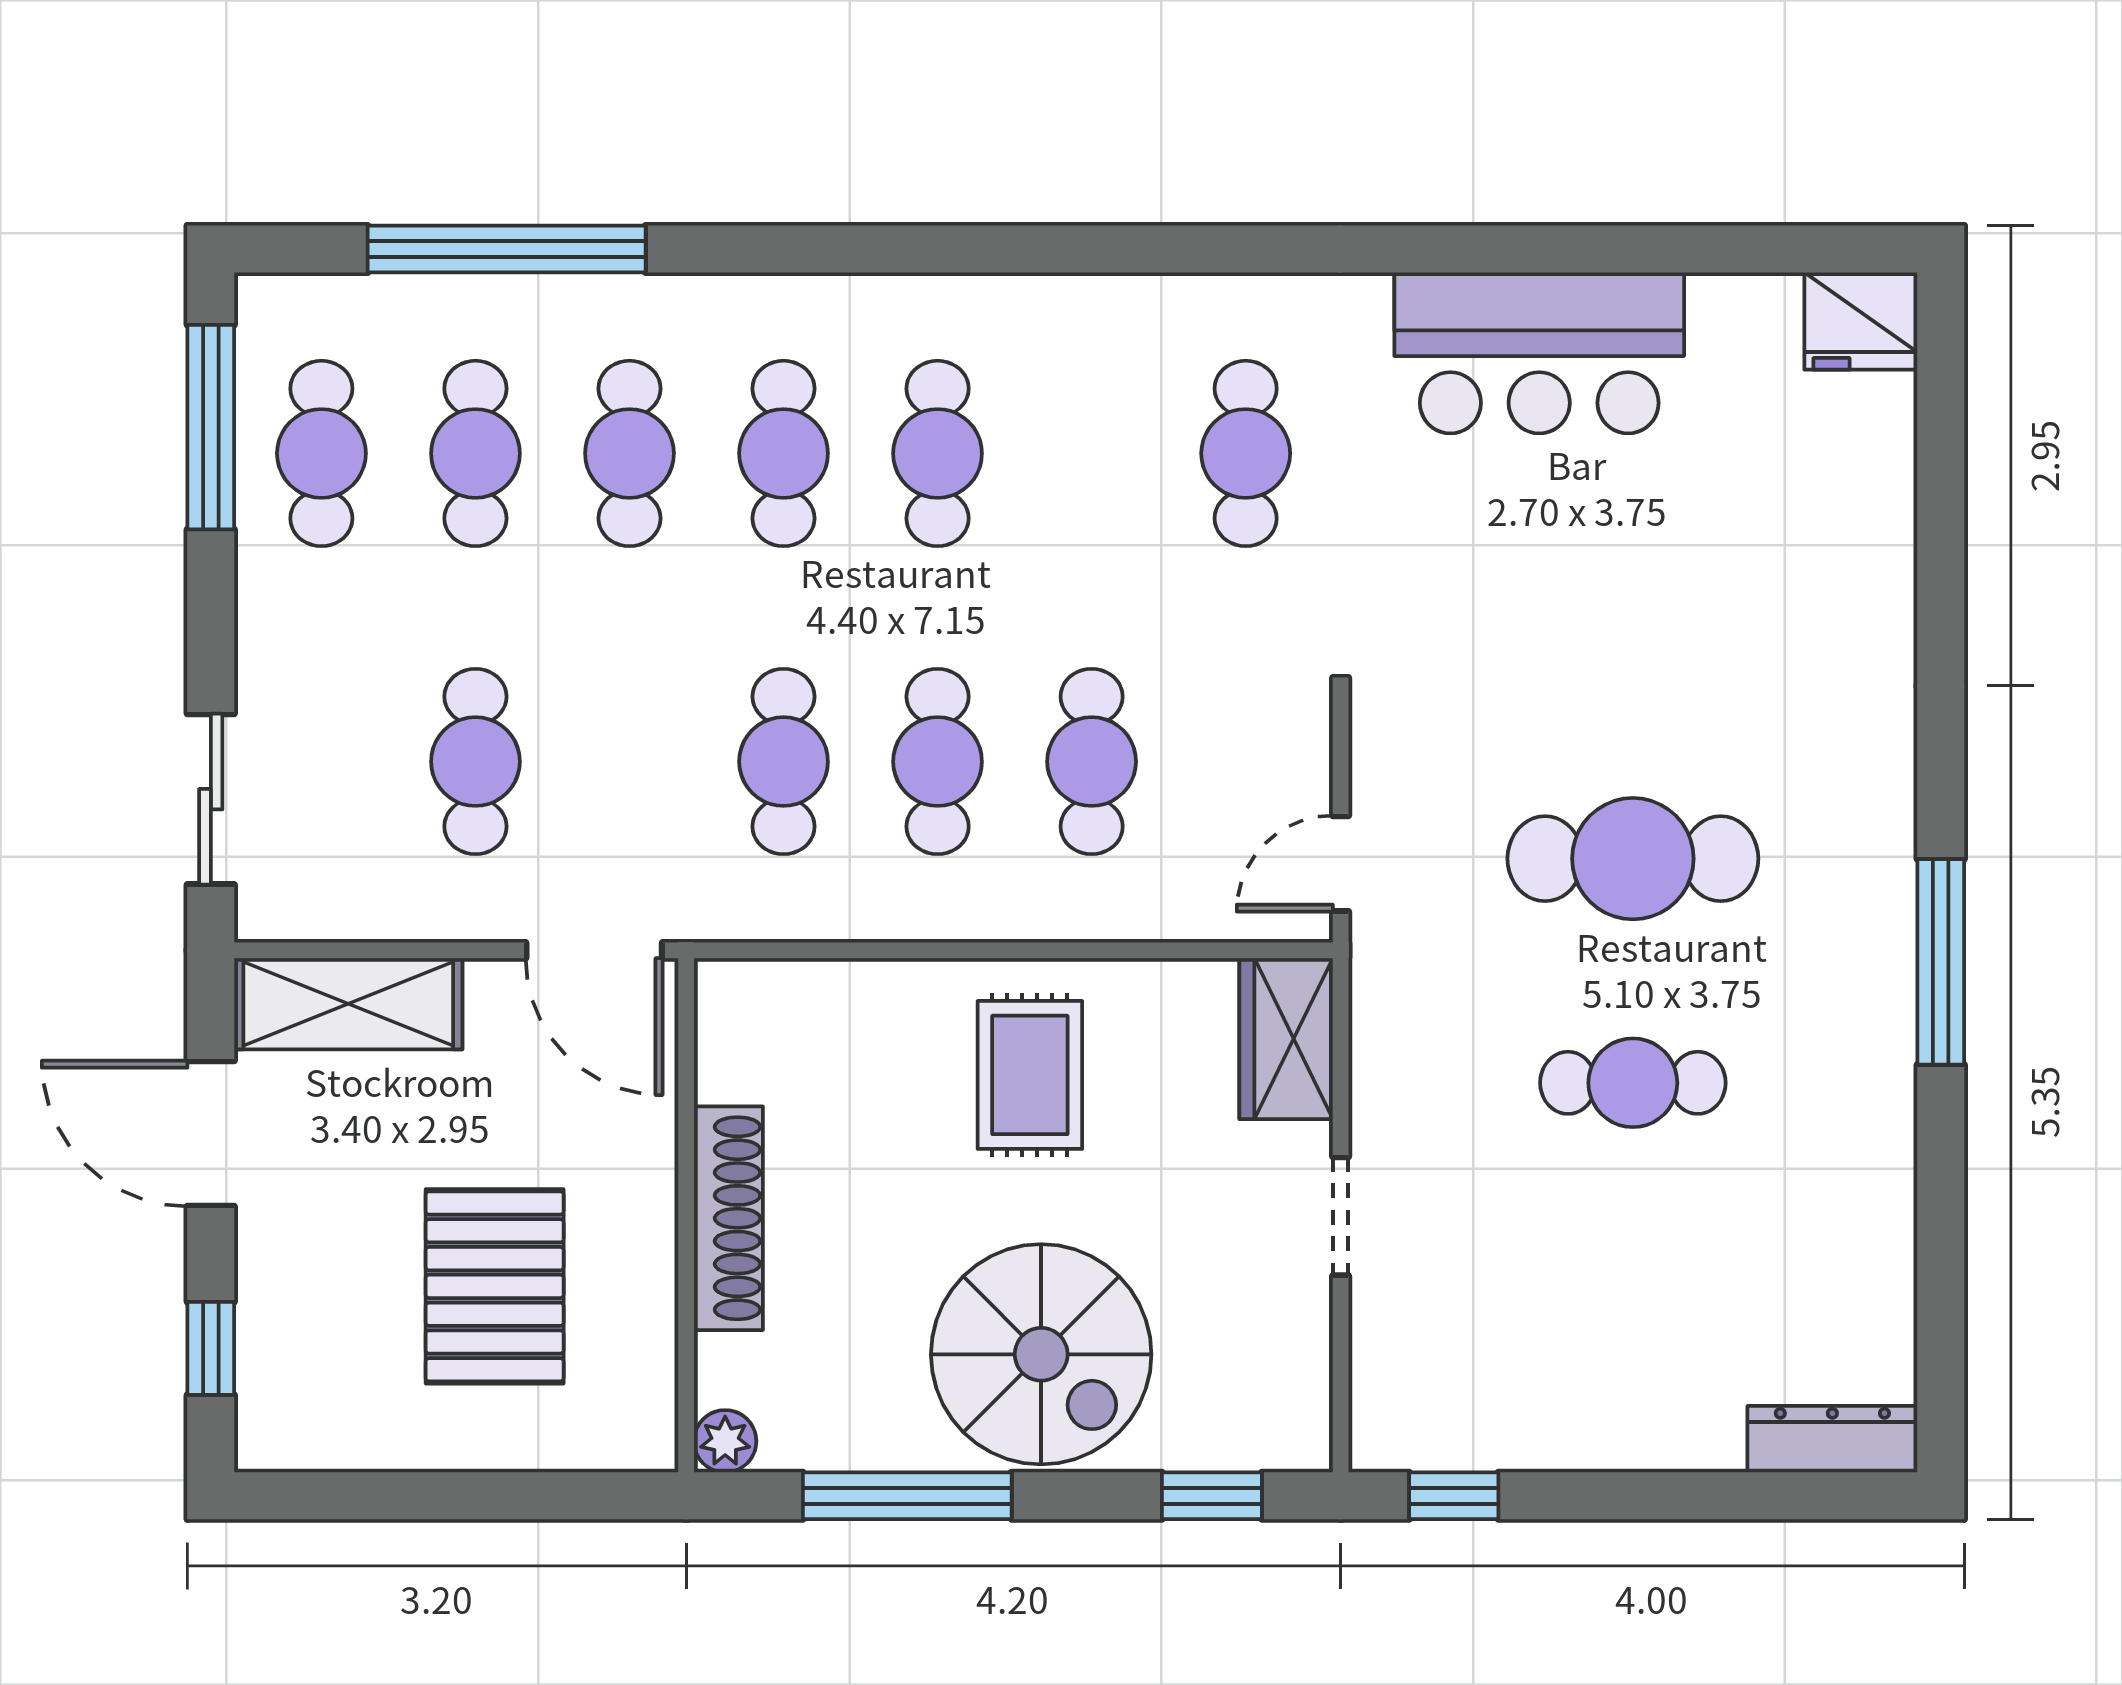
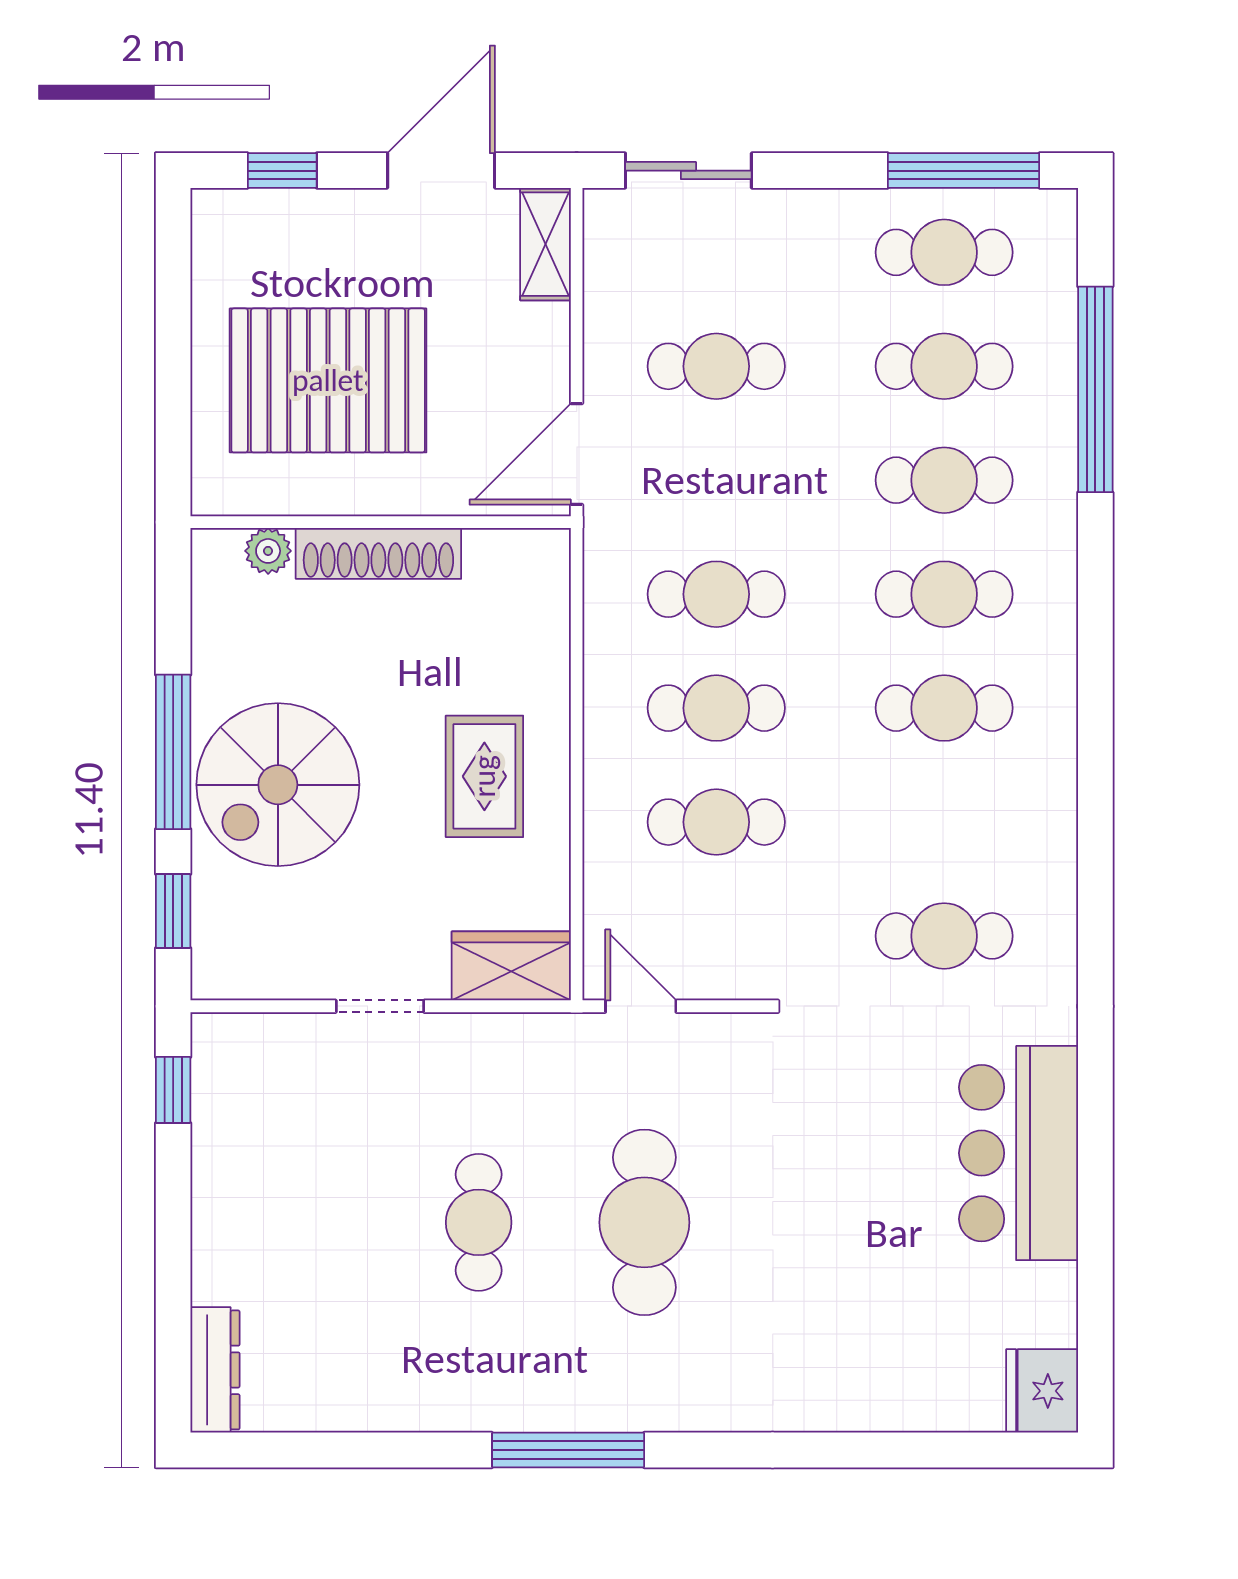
shelving: (348, 1004) -> (546, 244), width x0.67, depth x0.75
rug: (1030, 1075) -> (484, 776), turned 90
pallet: (495, 1286) -> (328, 380), width x1.37, depth x1.41
plant: (725, 1441) -> (268, 551), moved
window: (907, 1496) -> (173, 752), moved

